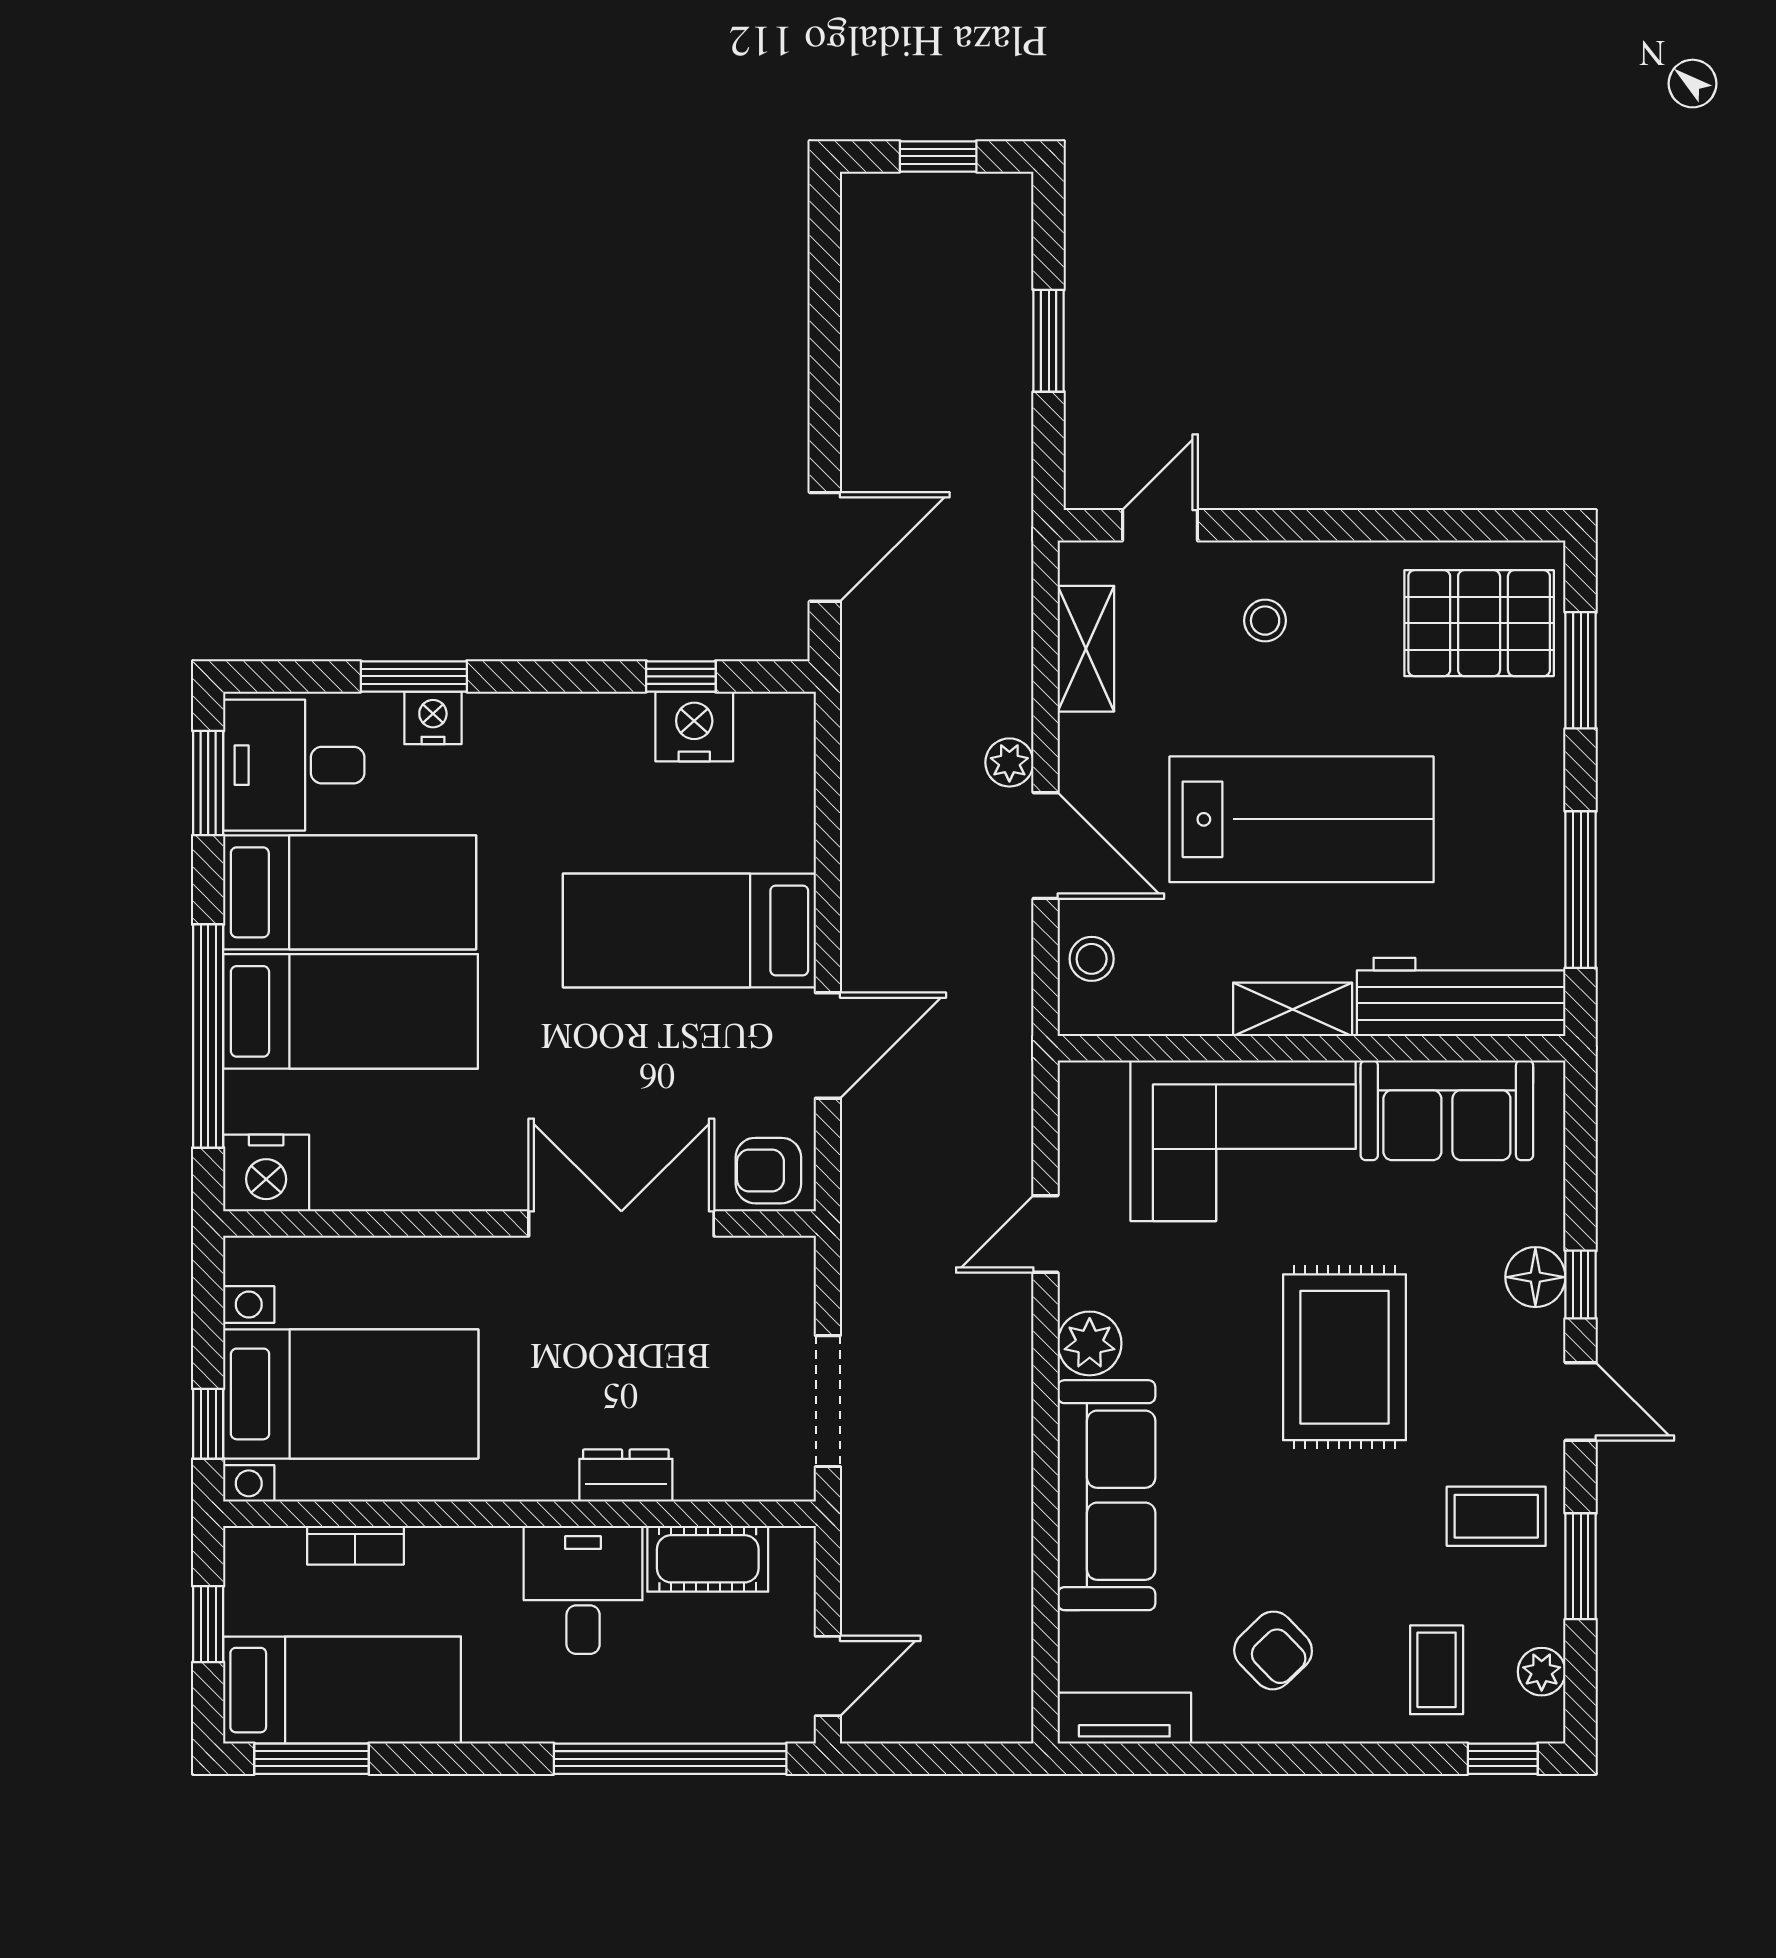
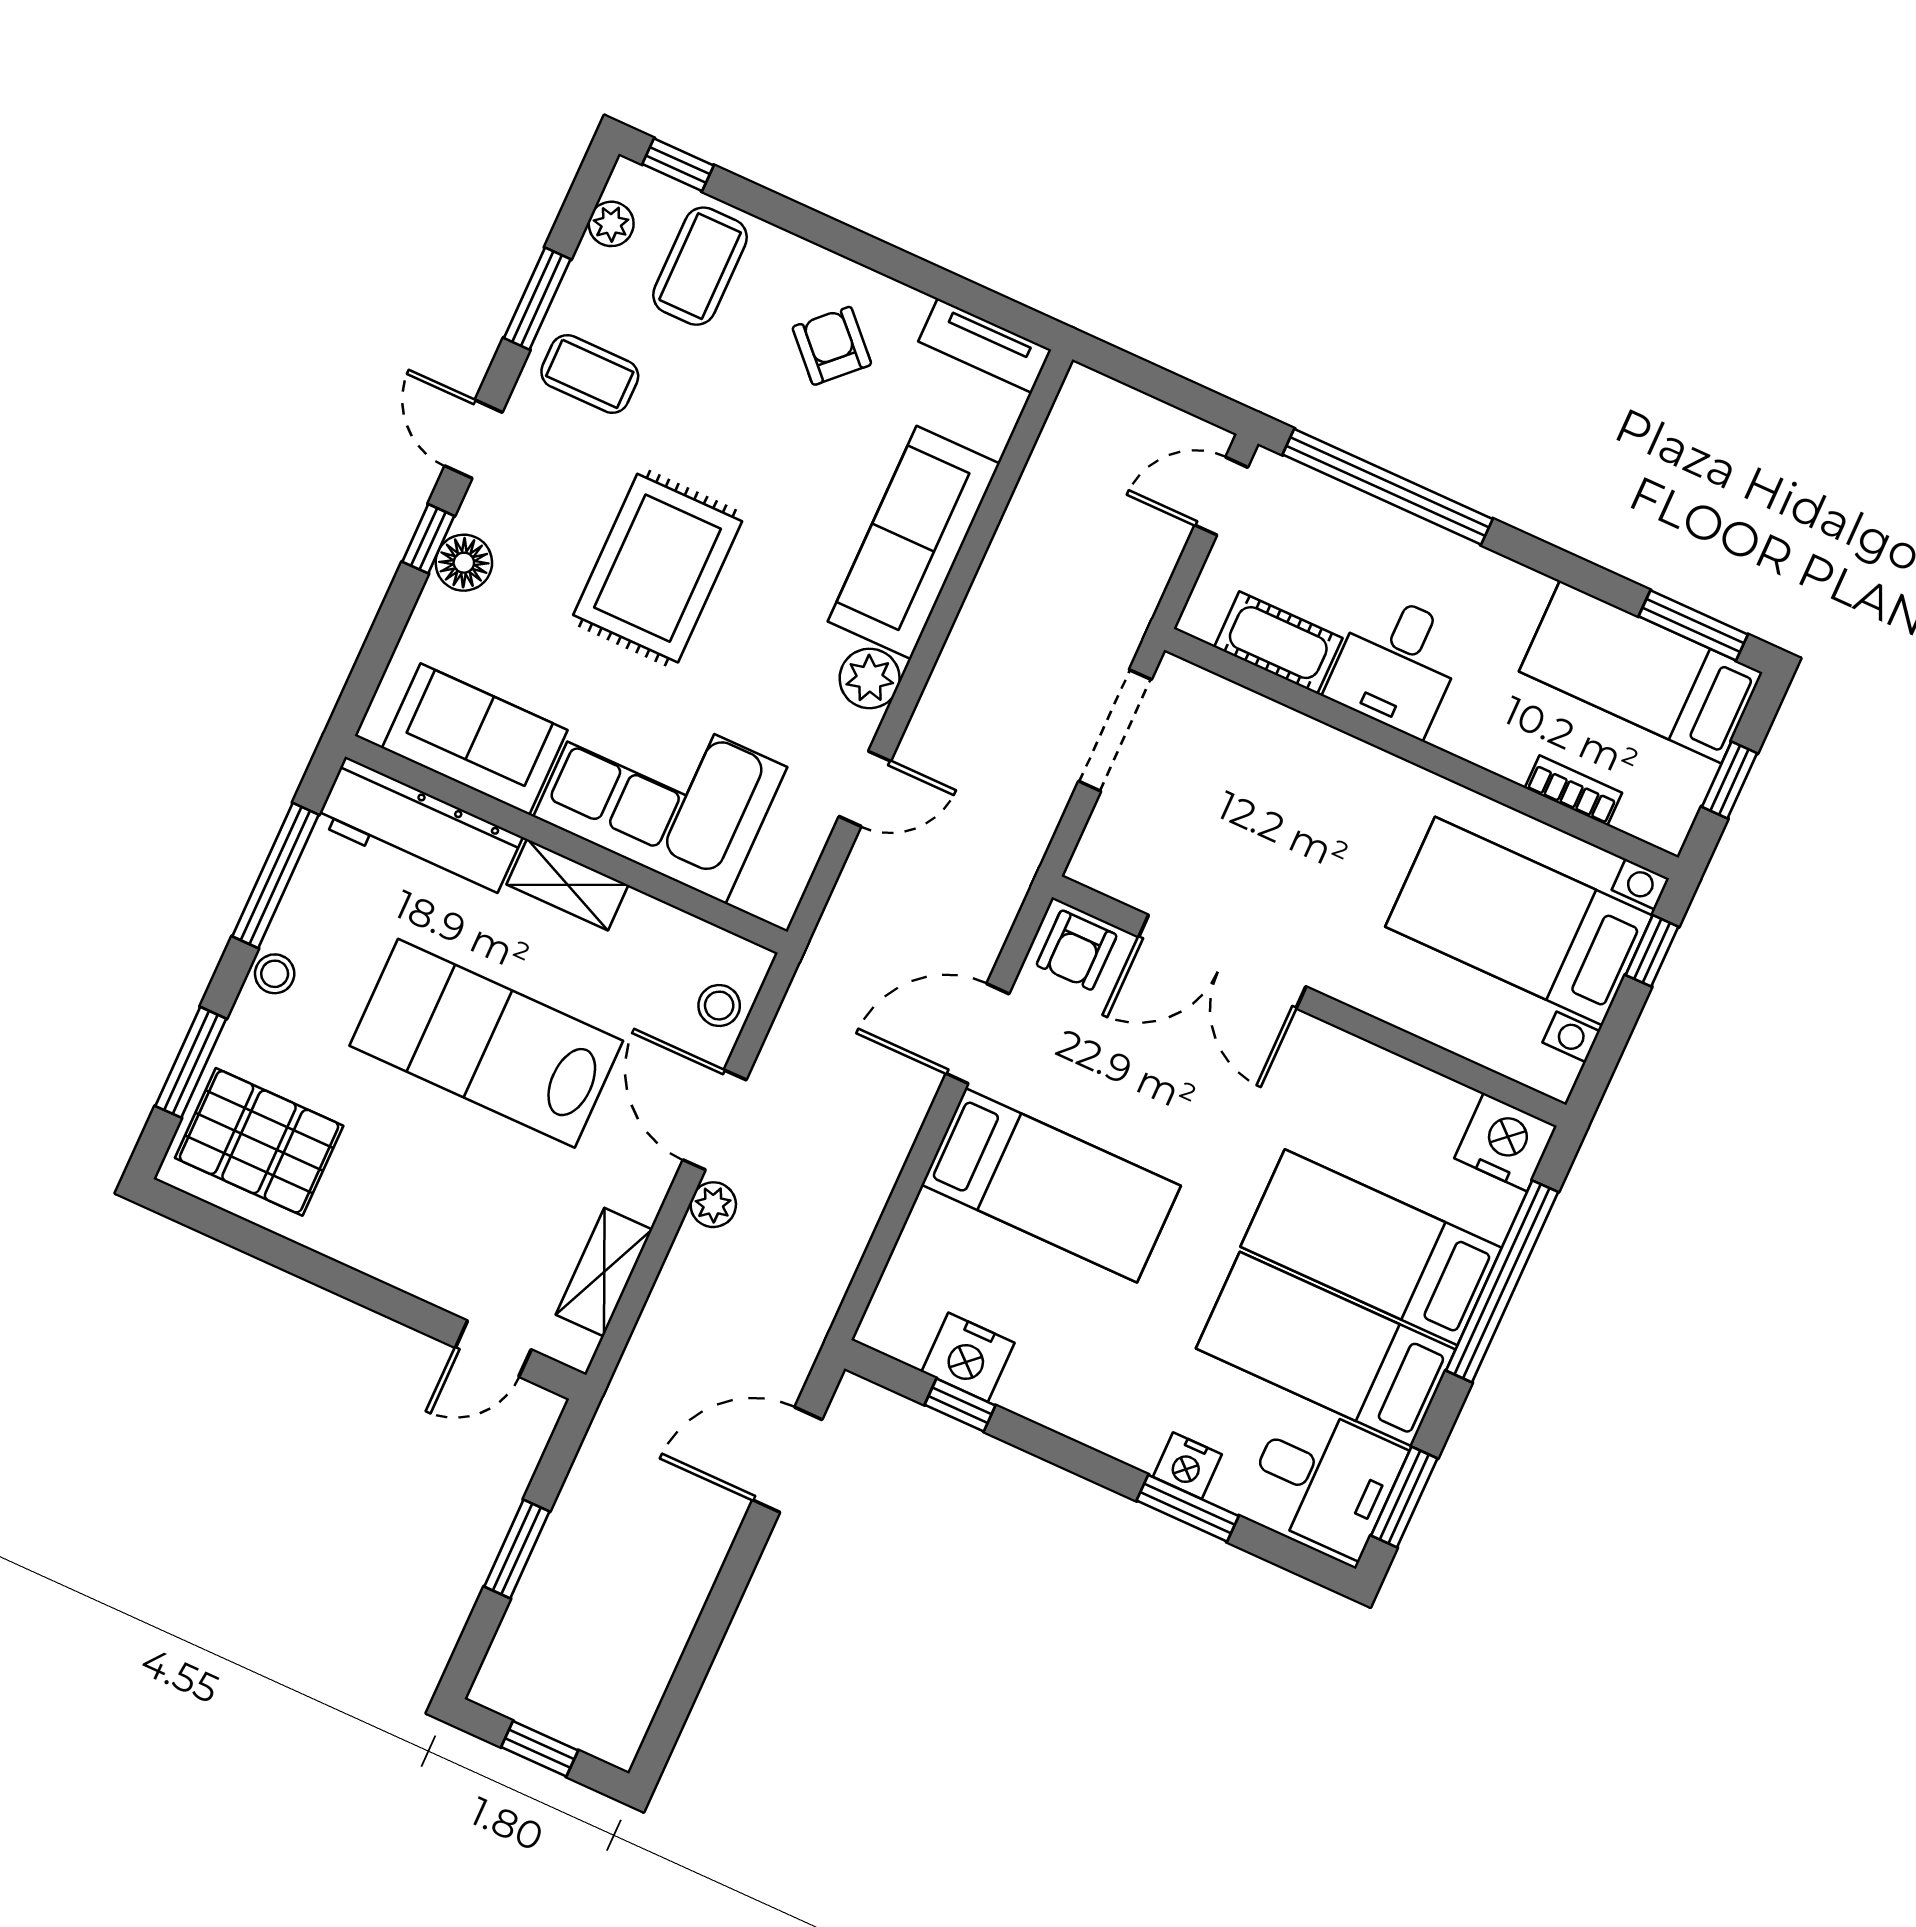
stool: (1265, 621) -> (275, 974), moved
armchair: (768, 1171) -> (1077, 950), turned 90
dresser: (626, 1476) -> (1316, 745), removed
coffee table: (1437, 1670) -> (700, 266), width x1.36, depth x1.30

